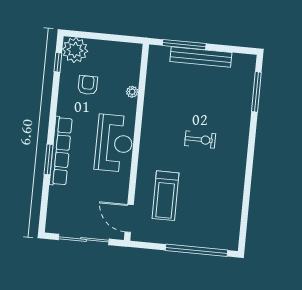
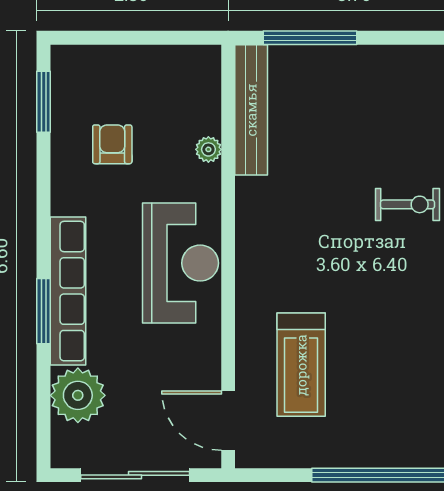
plant: (75, 50) -> (78, 395), moved
bench: (201, 57) -> (251, 110), moved, turned 90
window: (58, 62) -> (44, 102), width x1.50
exercise bike: (200, 140) -> (407, 204), moved

